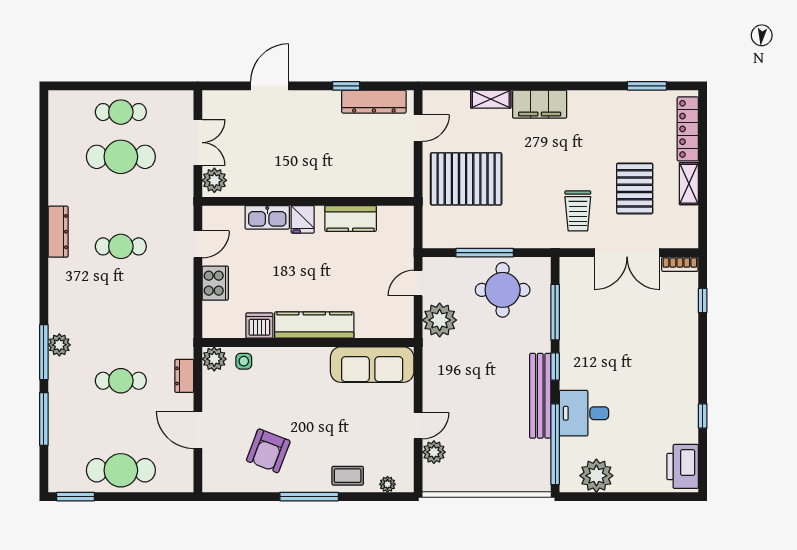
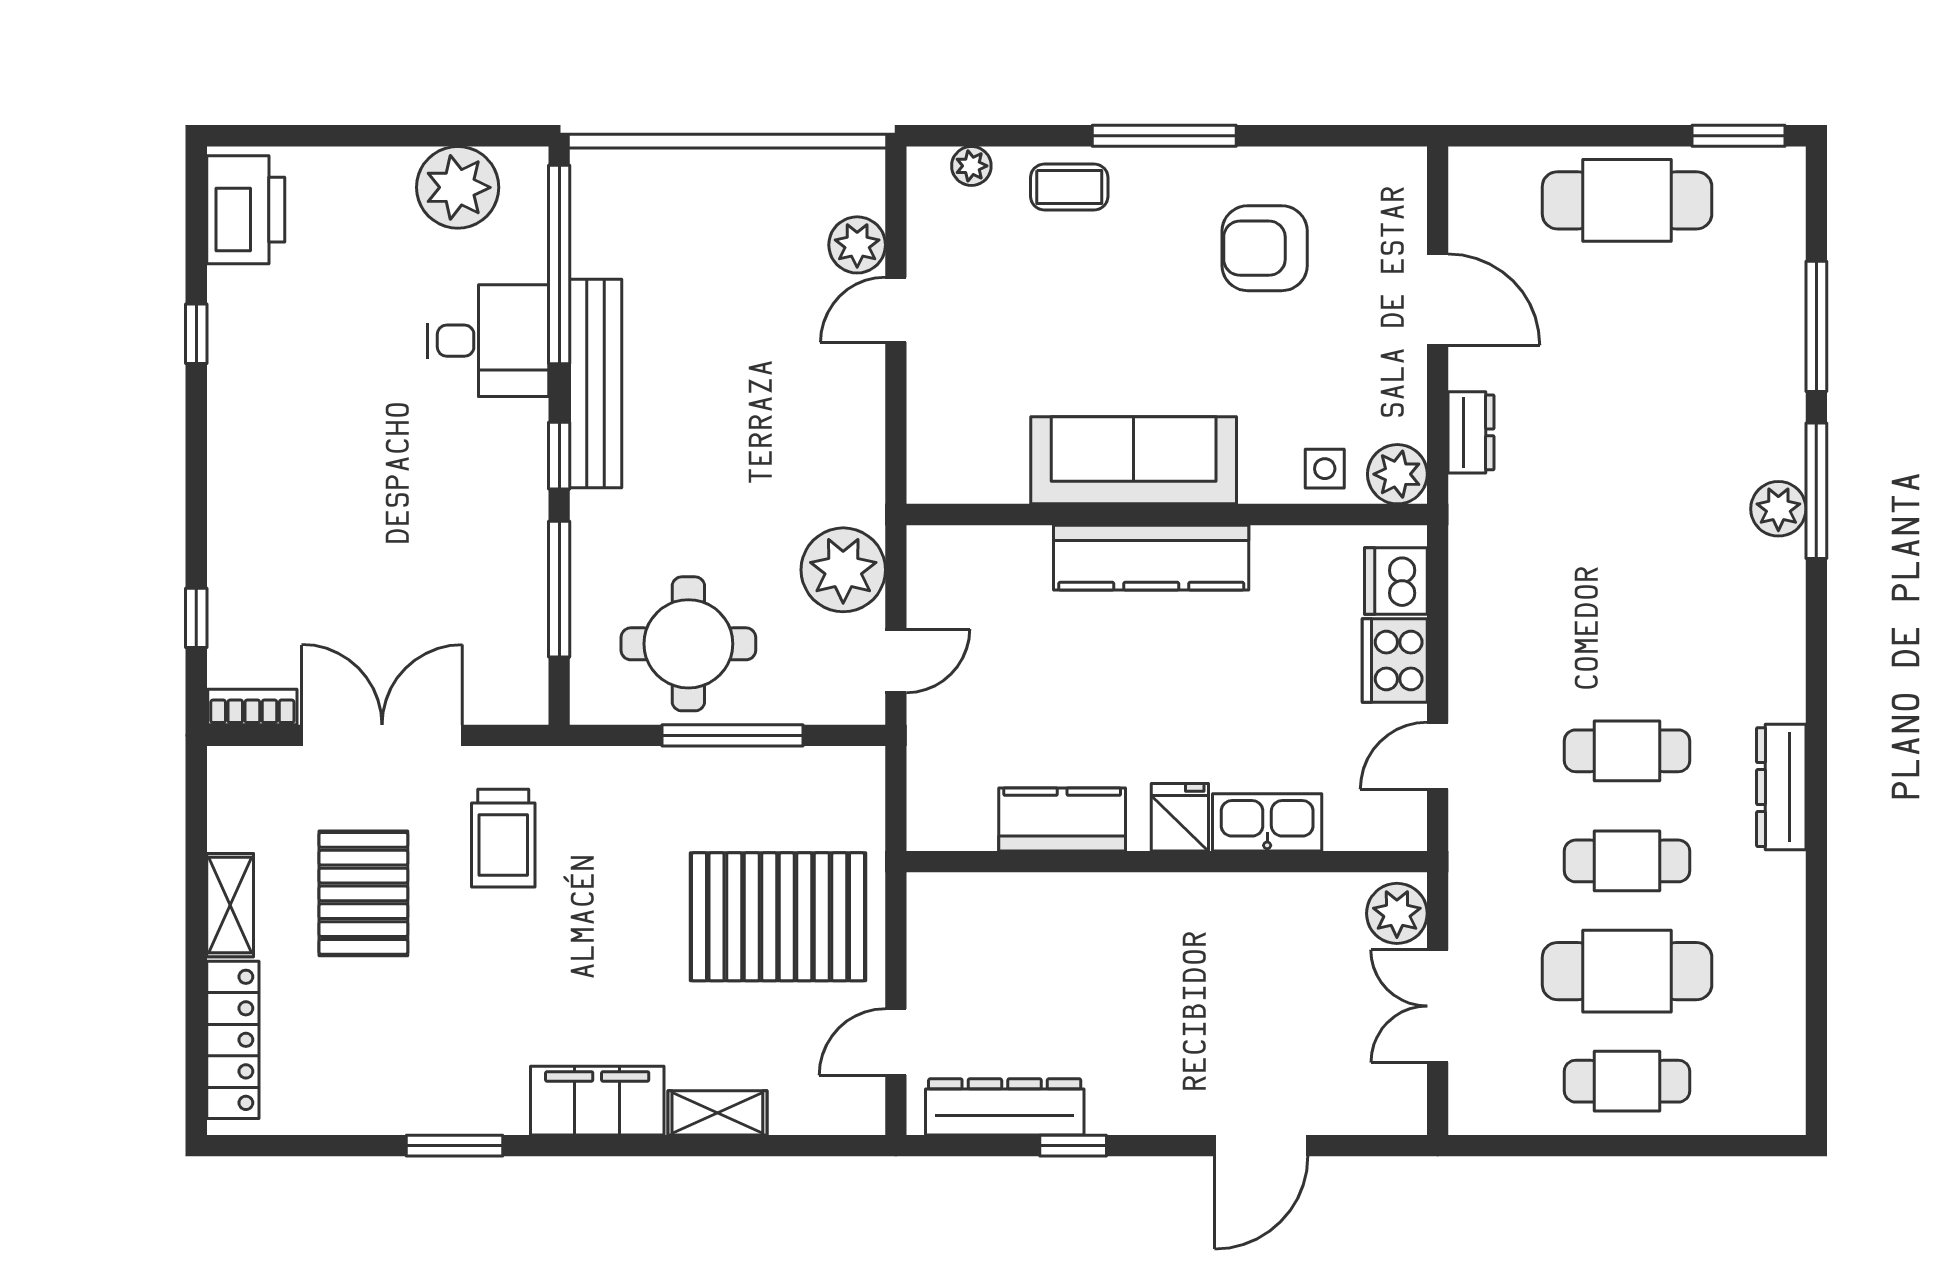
window: (647, 86) -> (454, 1146), moved
trolley: (578, 211) -> (503, 838), turned 180
dishwasher: (259, 326) -> (1396, 581), moved, turned 90
sofa: (372, 365) -> (1134, 460), moved
cafe table: (121, 381) -> (1627, 861), moved
armchair: (268, 451) -> (1265, 248), turned -111

